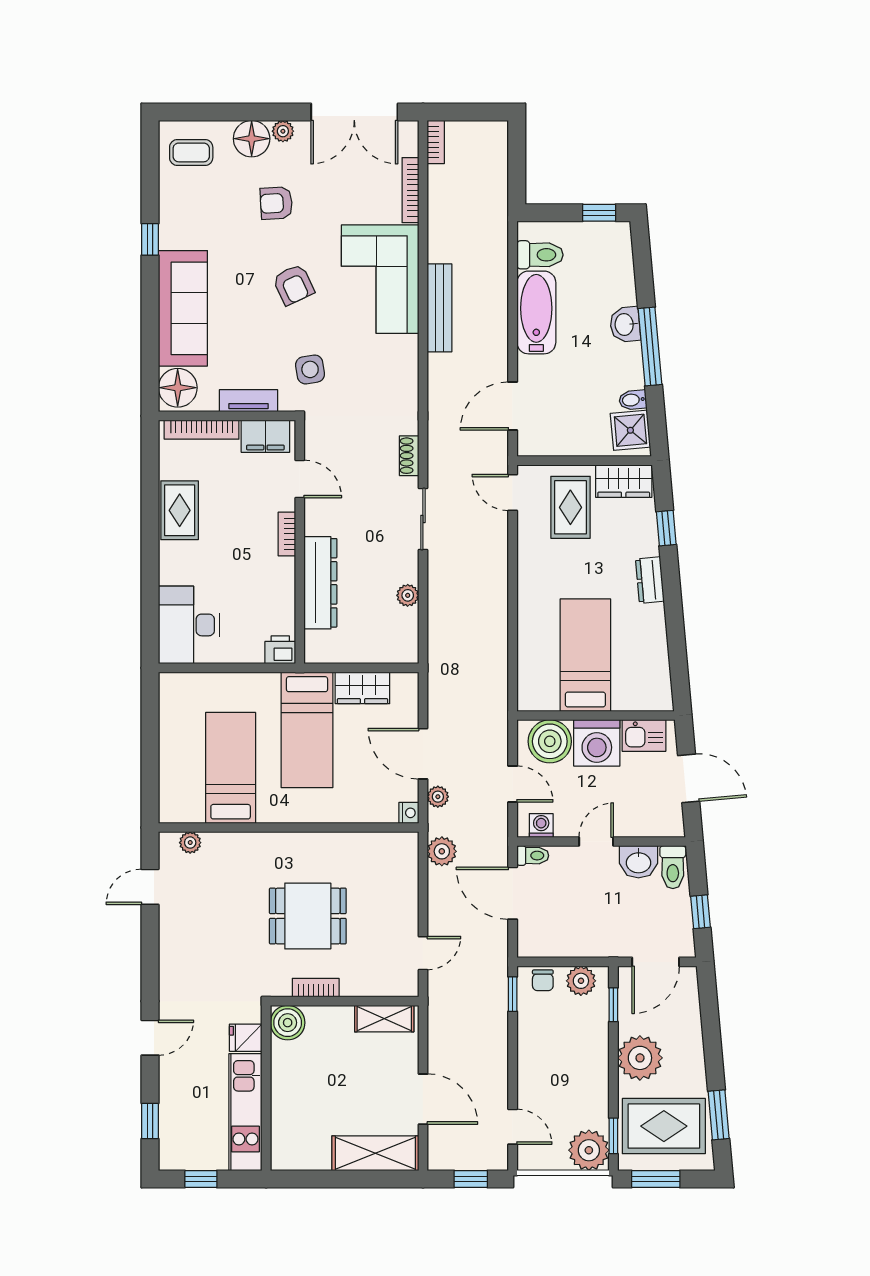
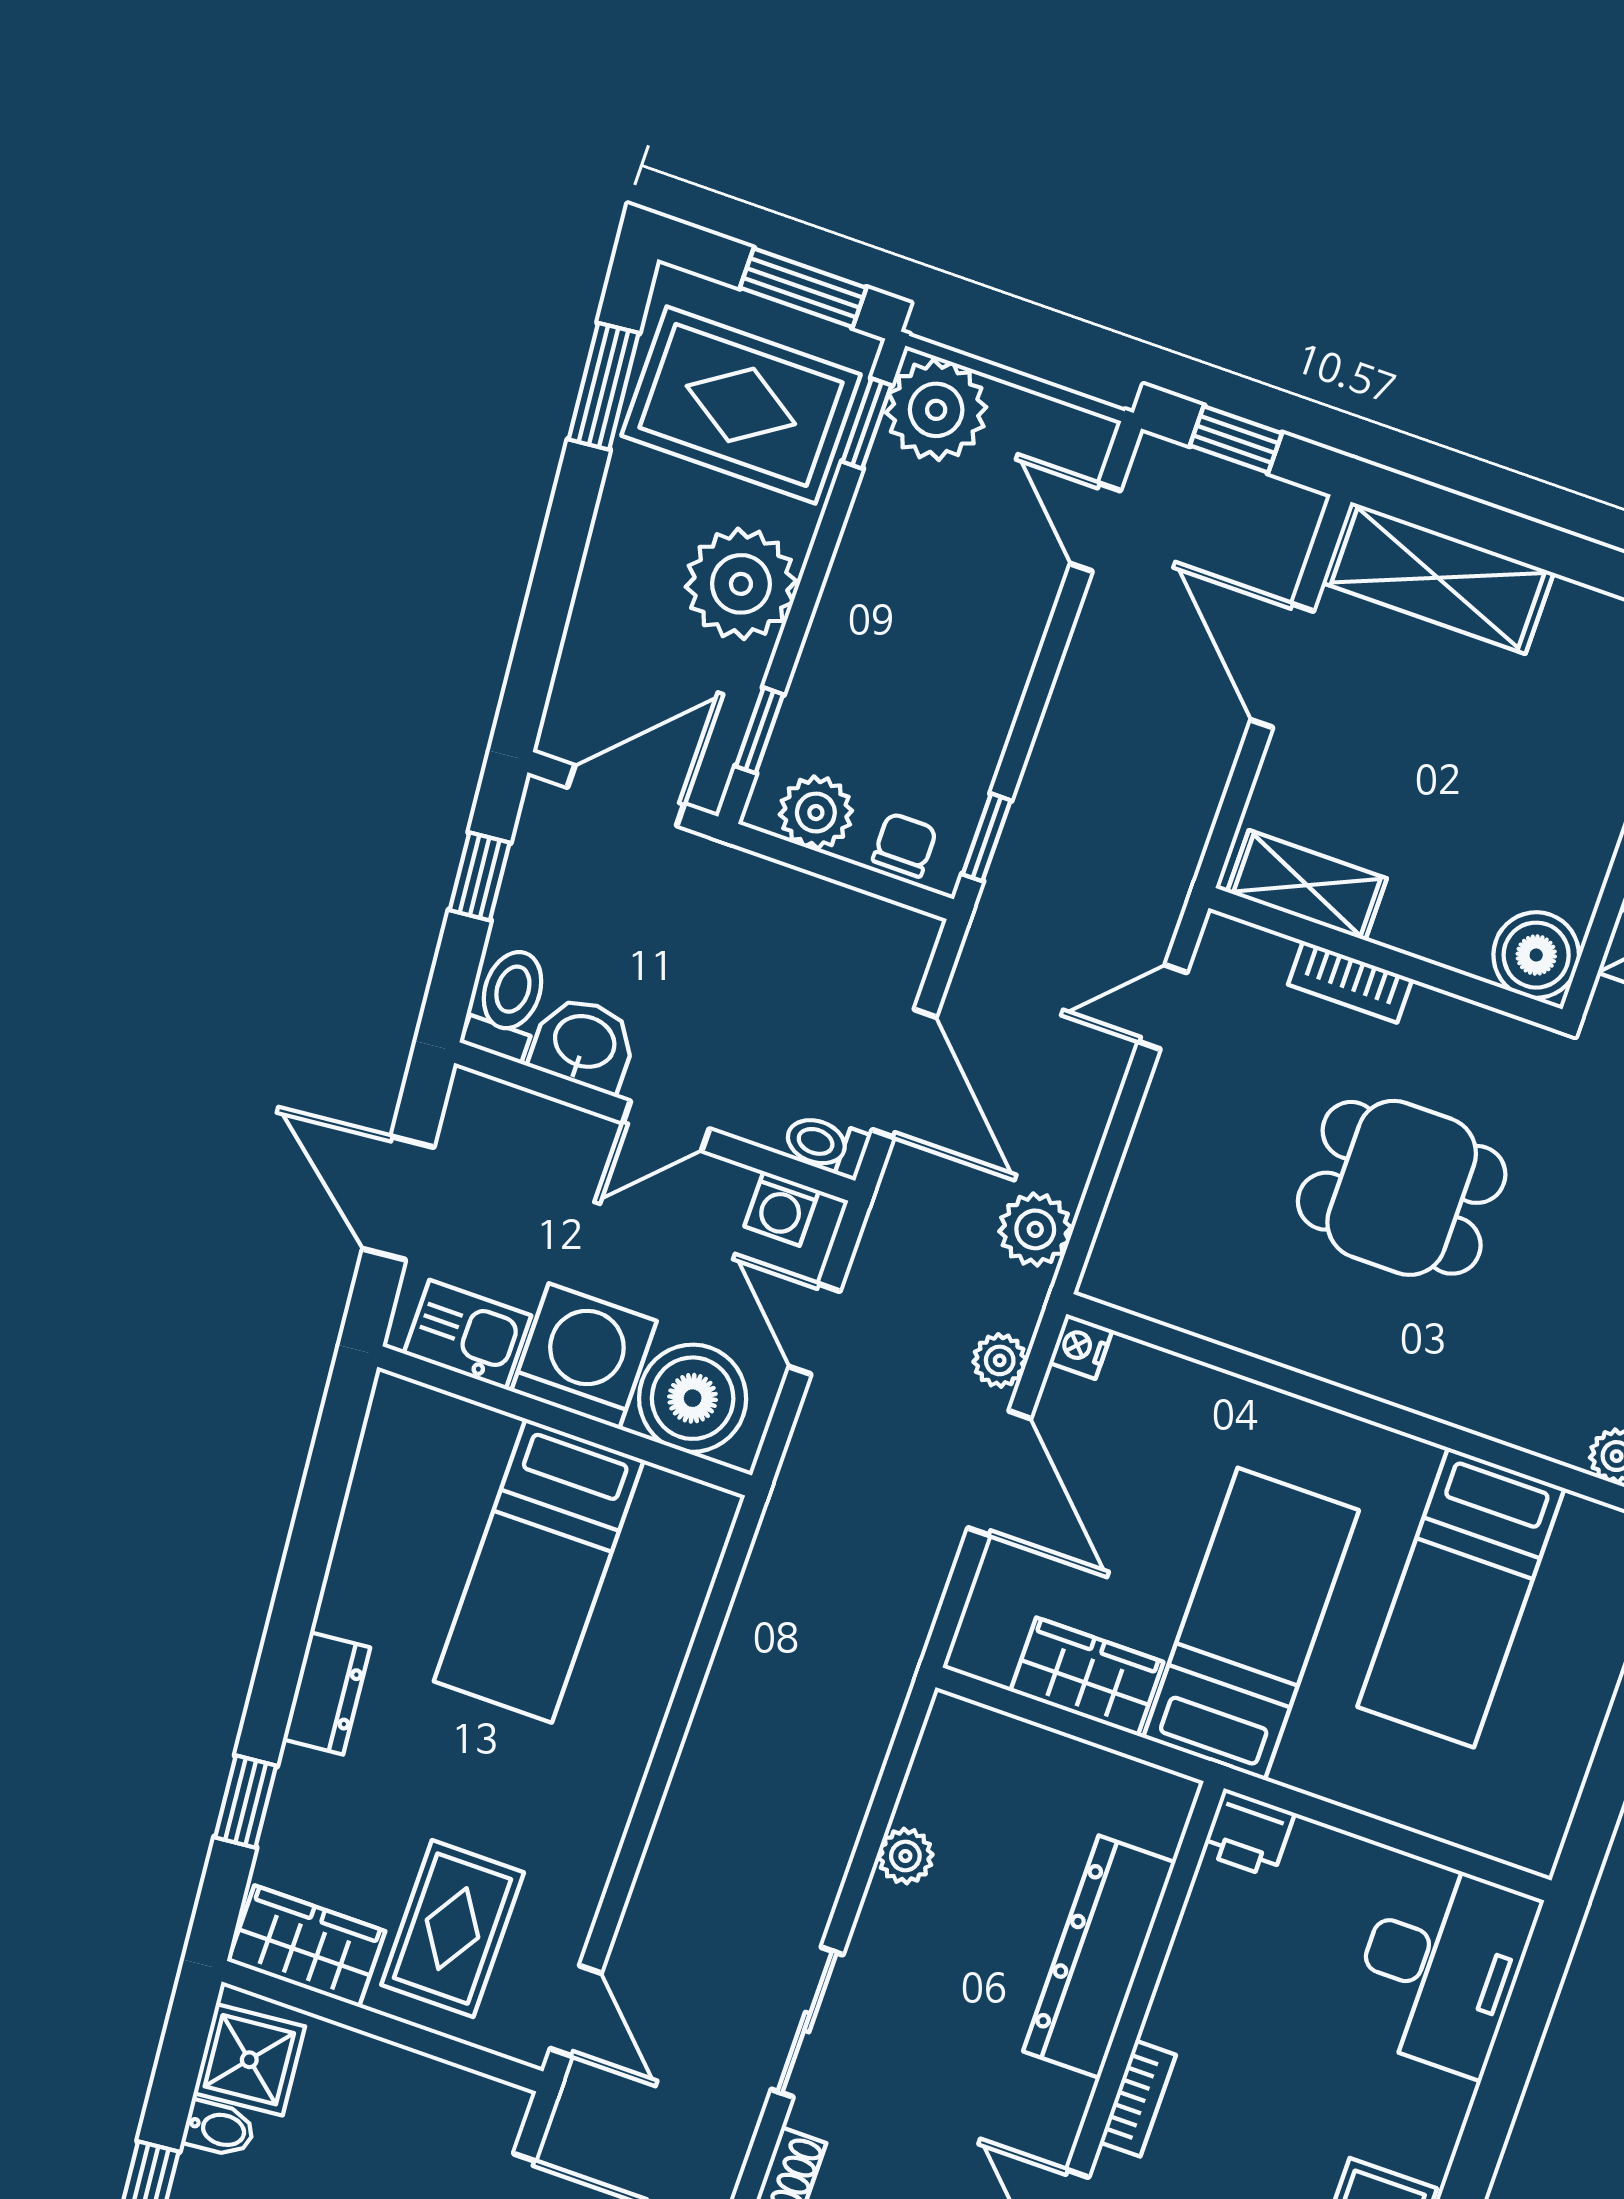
bookcase: (316, 988) -> (1350, 982), moved

